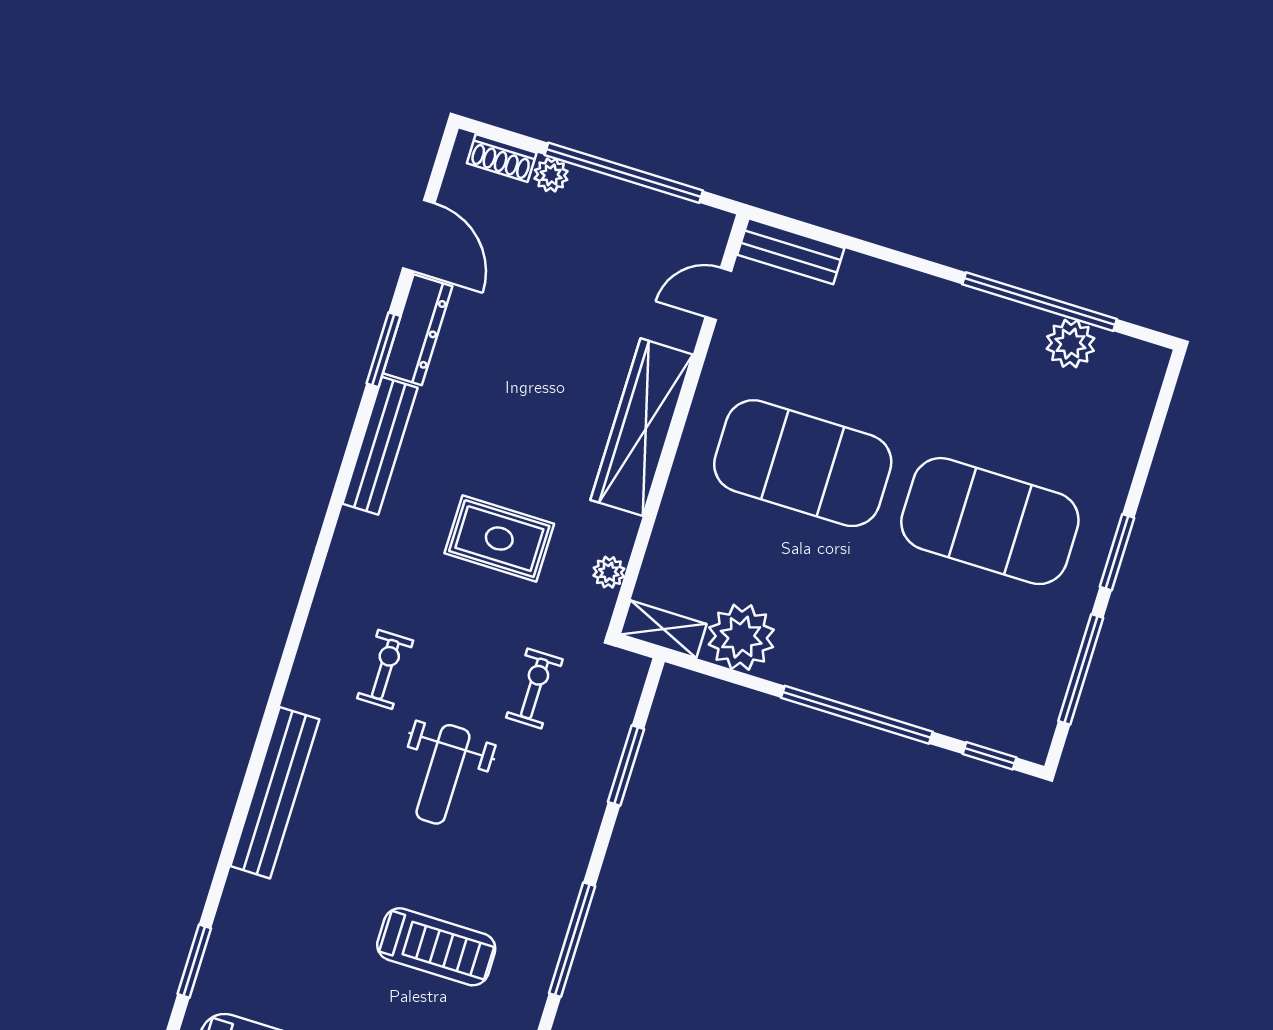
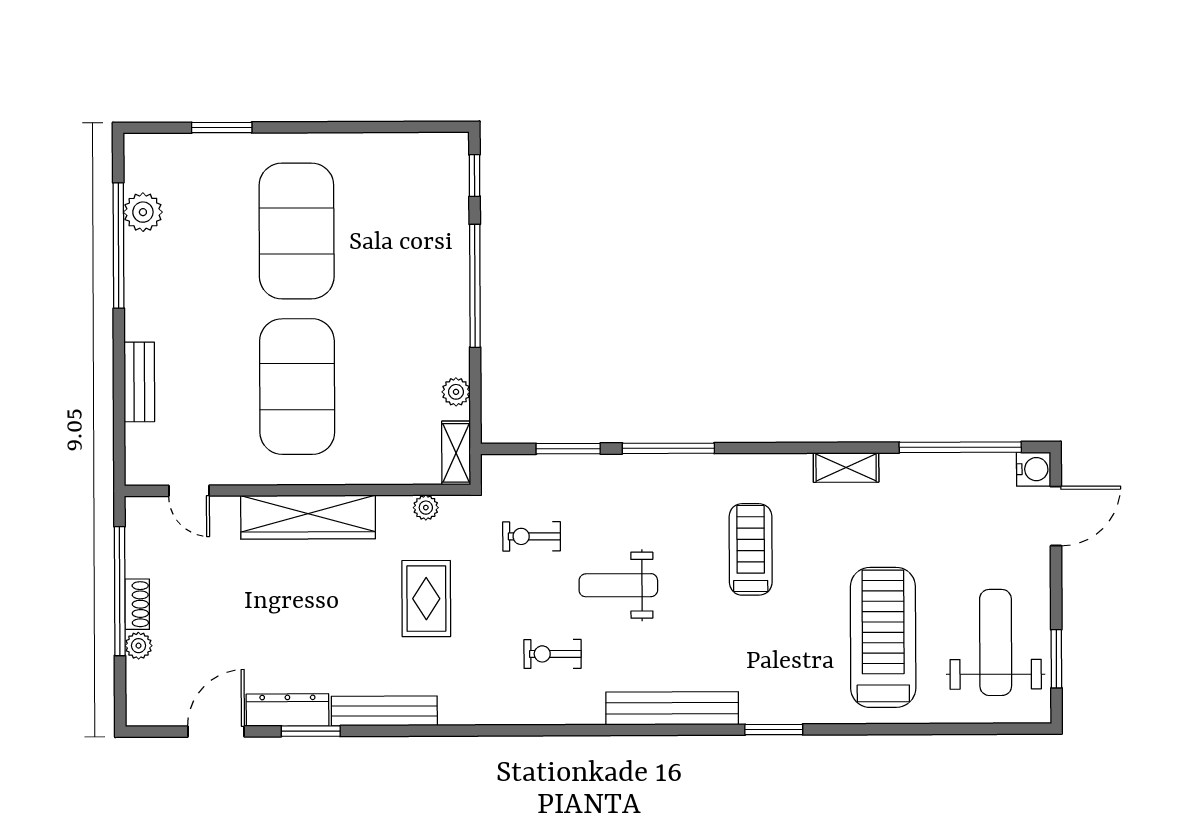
shoe rack: (502, 158) -> (137, 604), moved
bench: (791, 251) -> (139, 382), moved
window: (1117, 552) -> (222, 128), moved
plant: (741, 637) -> (456, 392), width x0.53, depth x0.53
window: (1081, 669) -> (387, 127), removed
weight bench: (443, 774) -> (618, 585), turned 180
window: (572, 940) -> (668, 448), moved
window: (194, 961) -> (774, 730), moved

